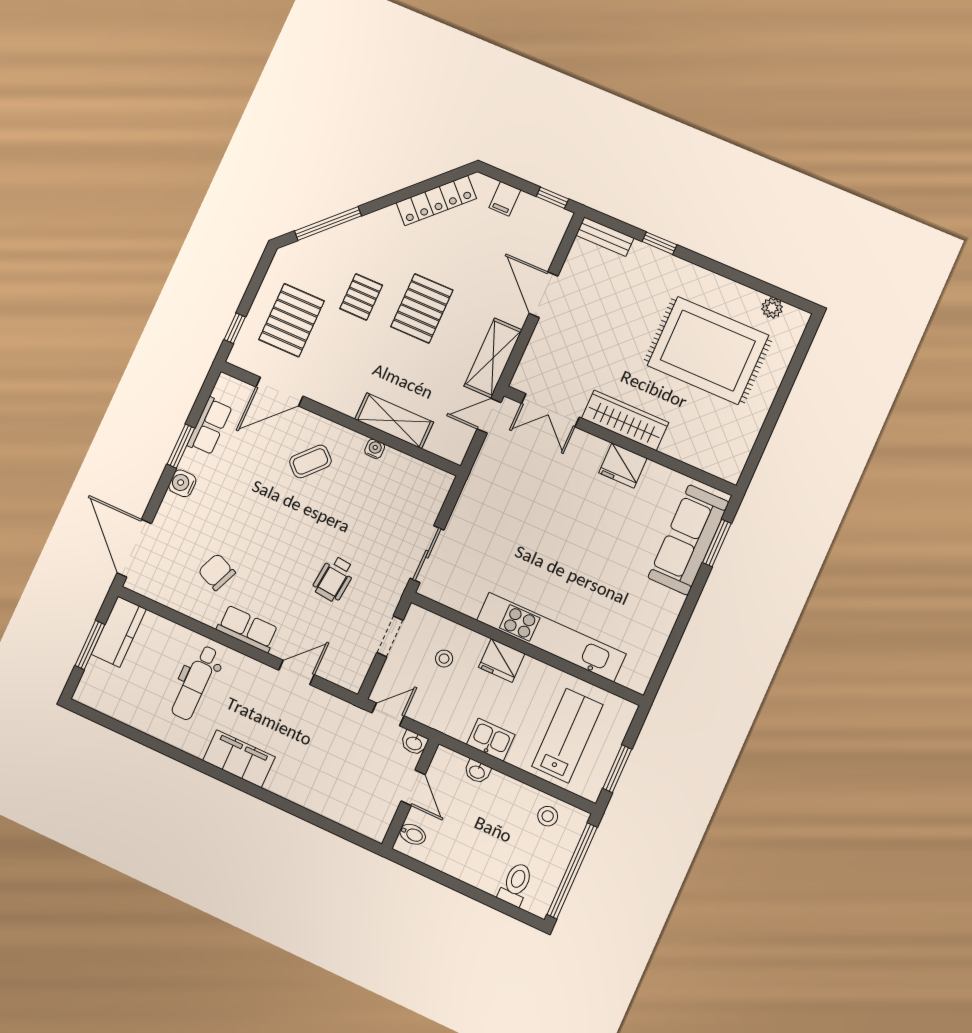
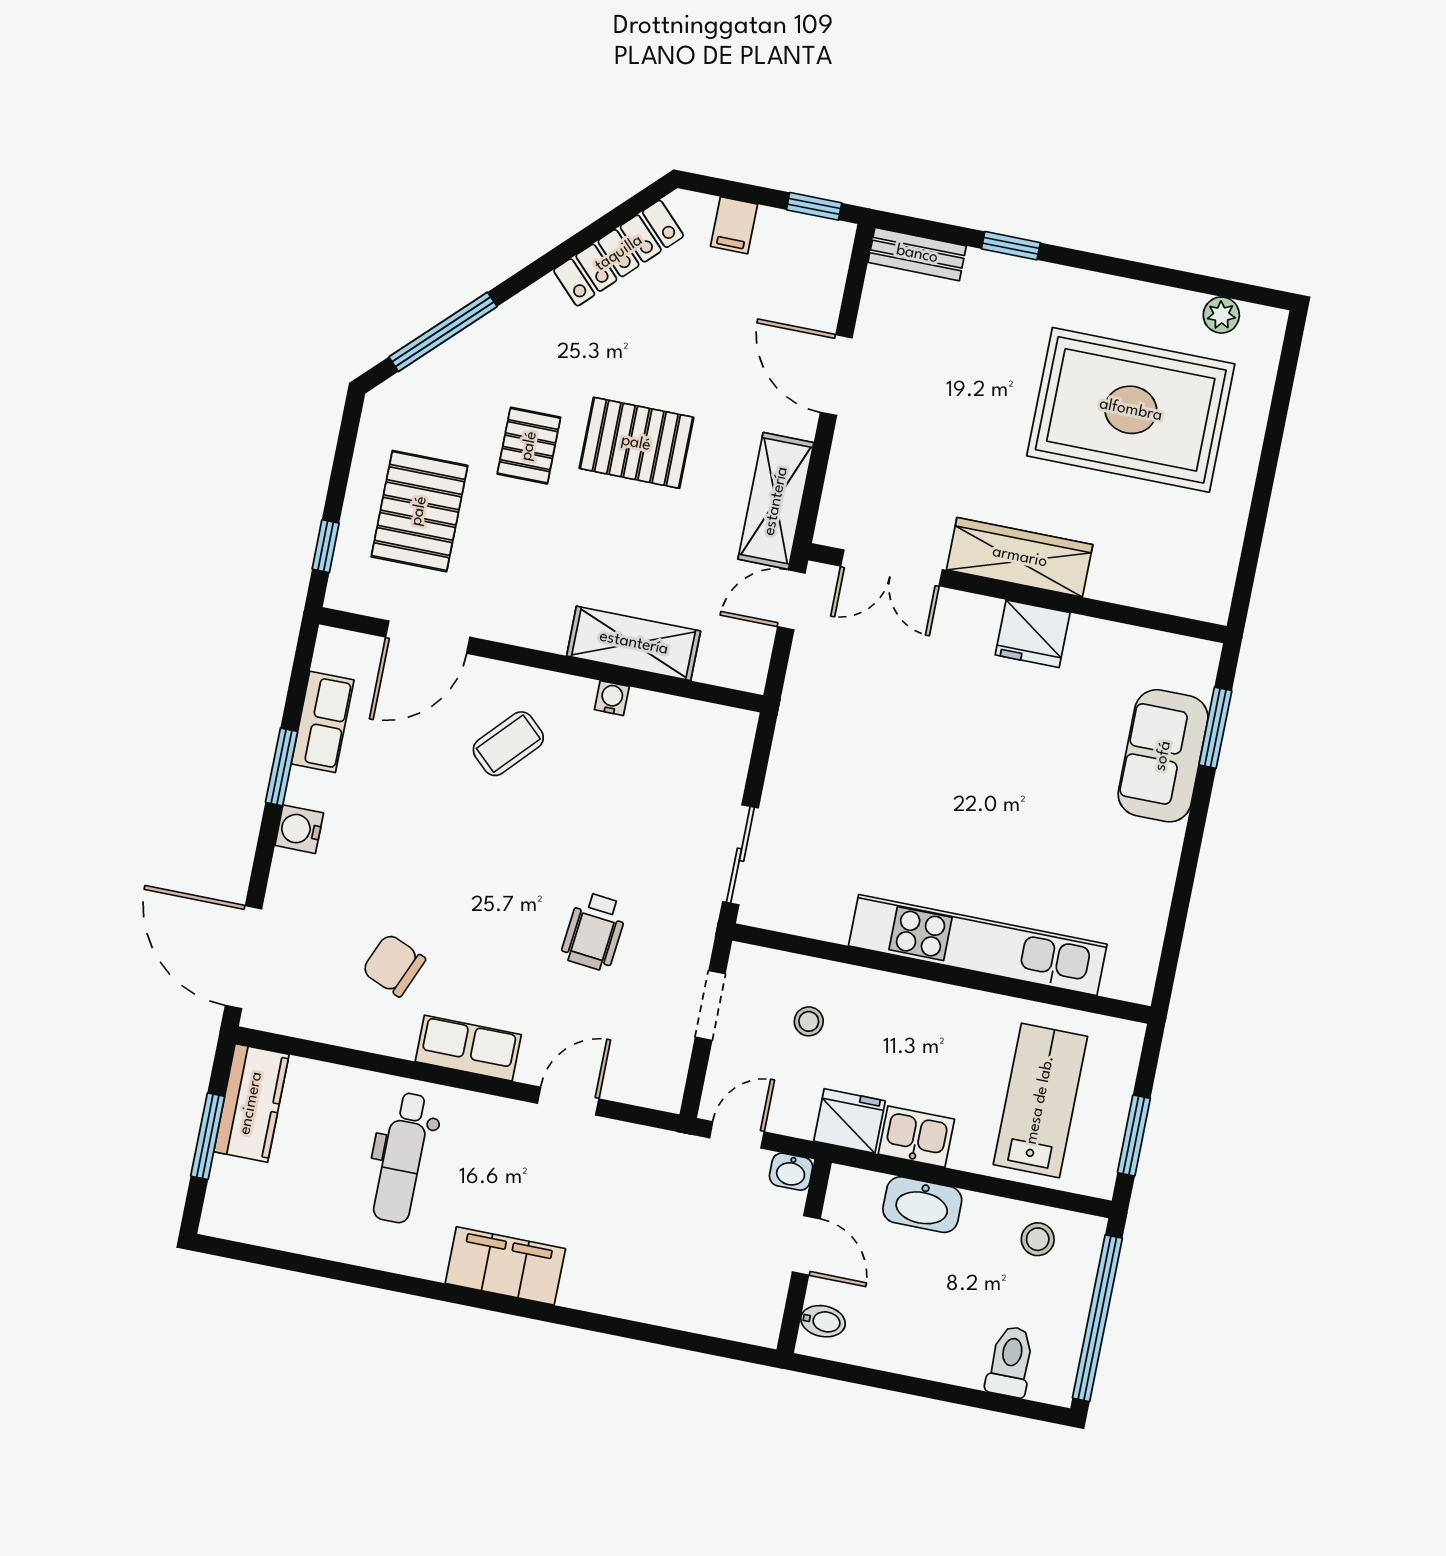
pallet: (422, 308) -> (636, 443), turned 90
sofa: (688, 540) -> (1163, 756), width x0.73
fridge: (502, 661) -> (849, 1121), moved, turned 180
washbasin: (477, 772) -> (922, 1205), width x1.91, depth x1.45

